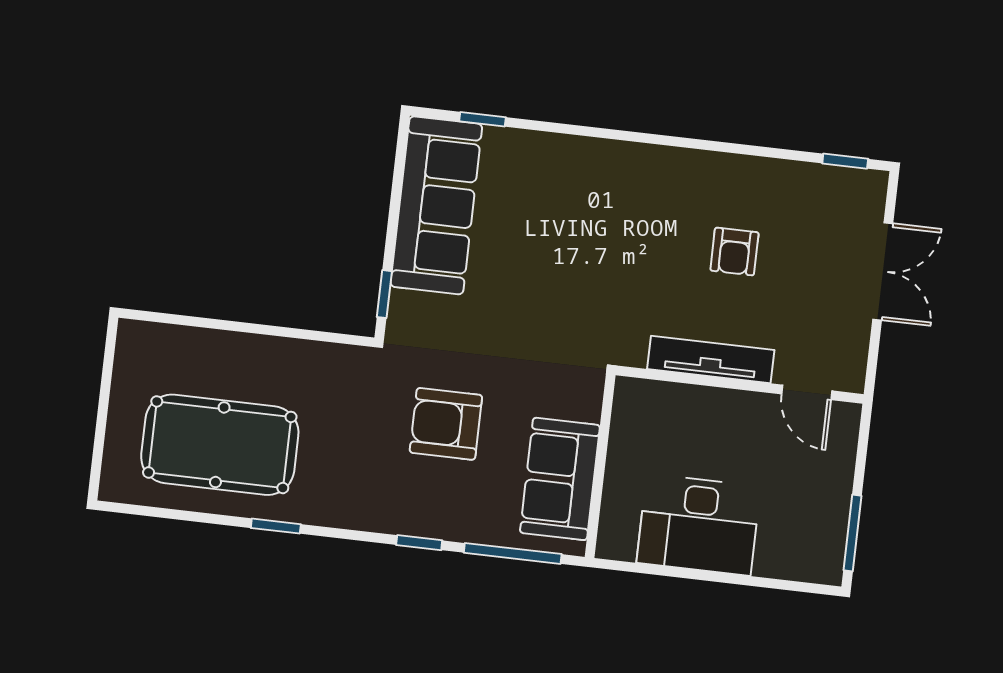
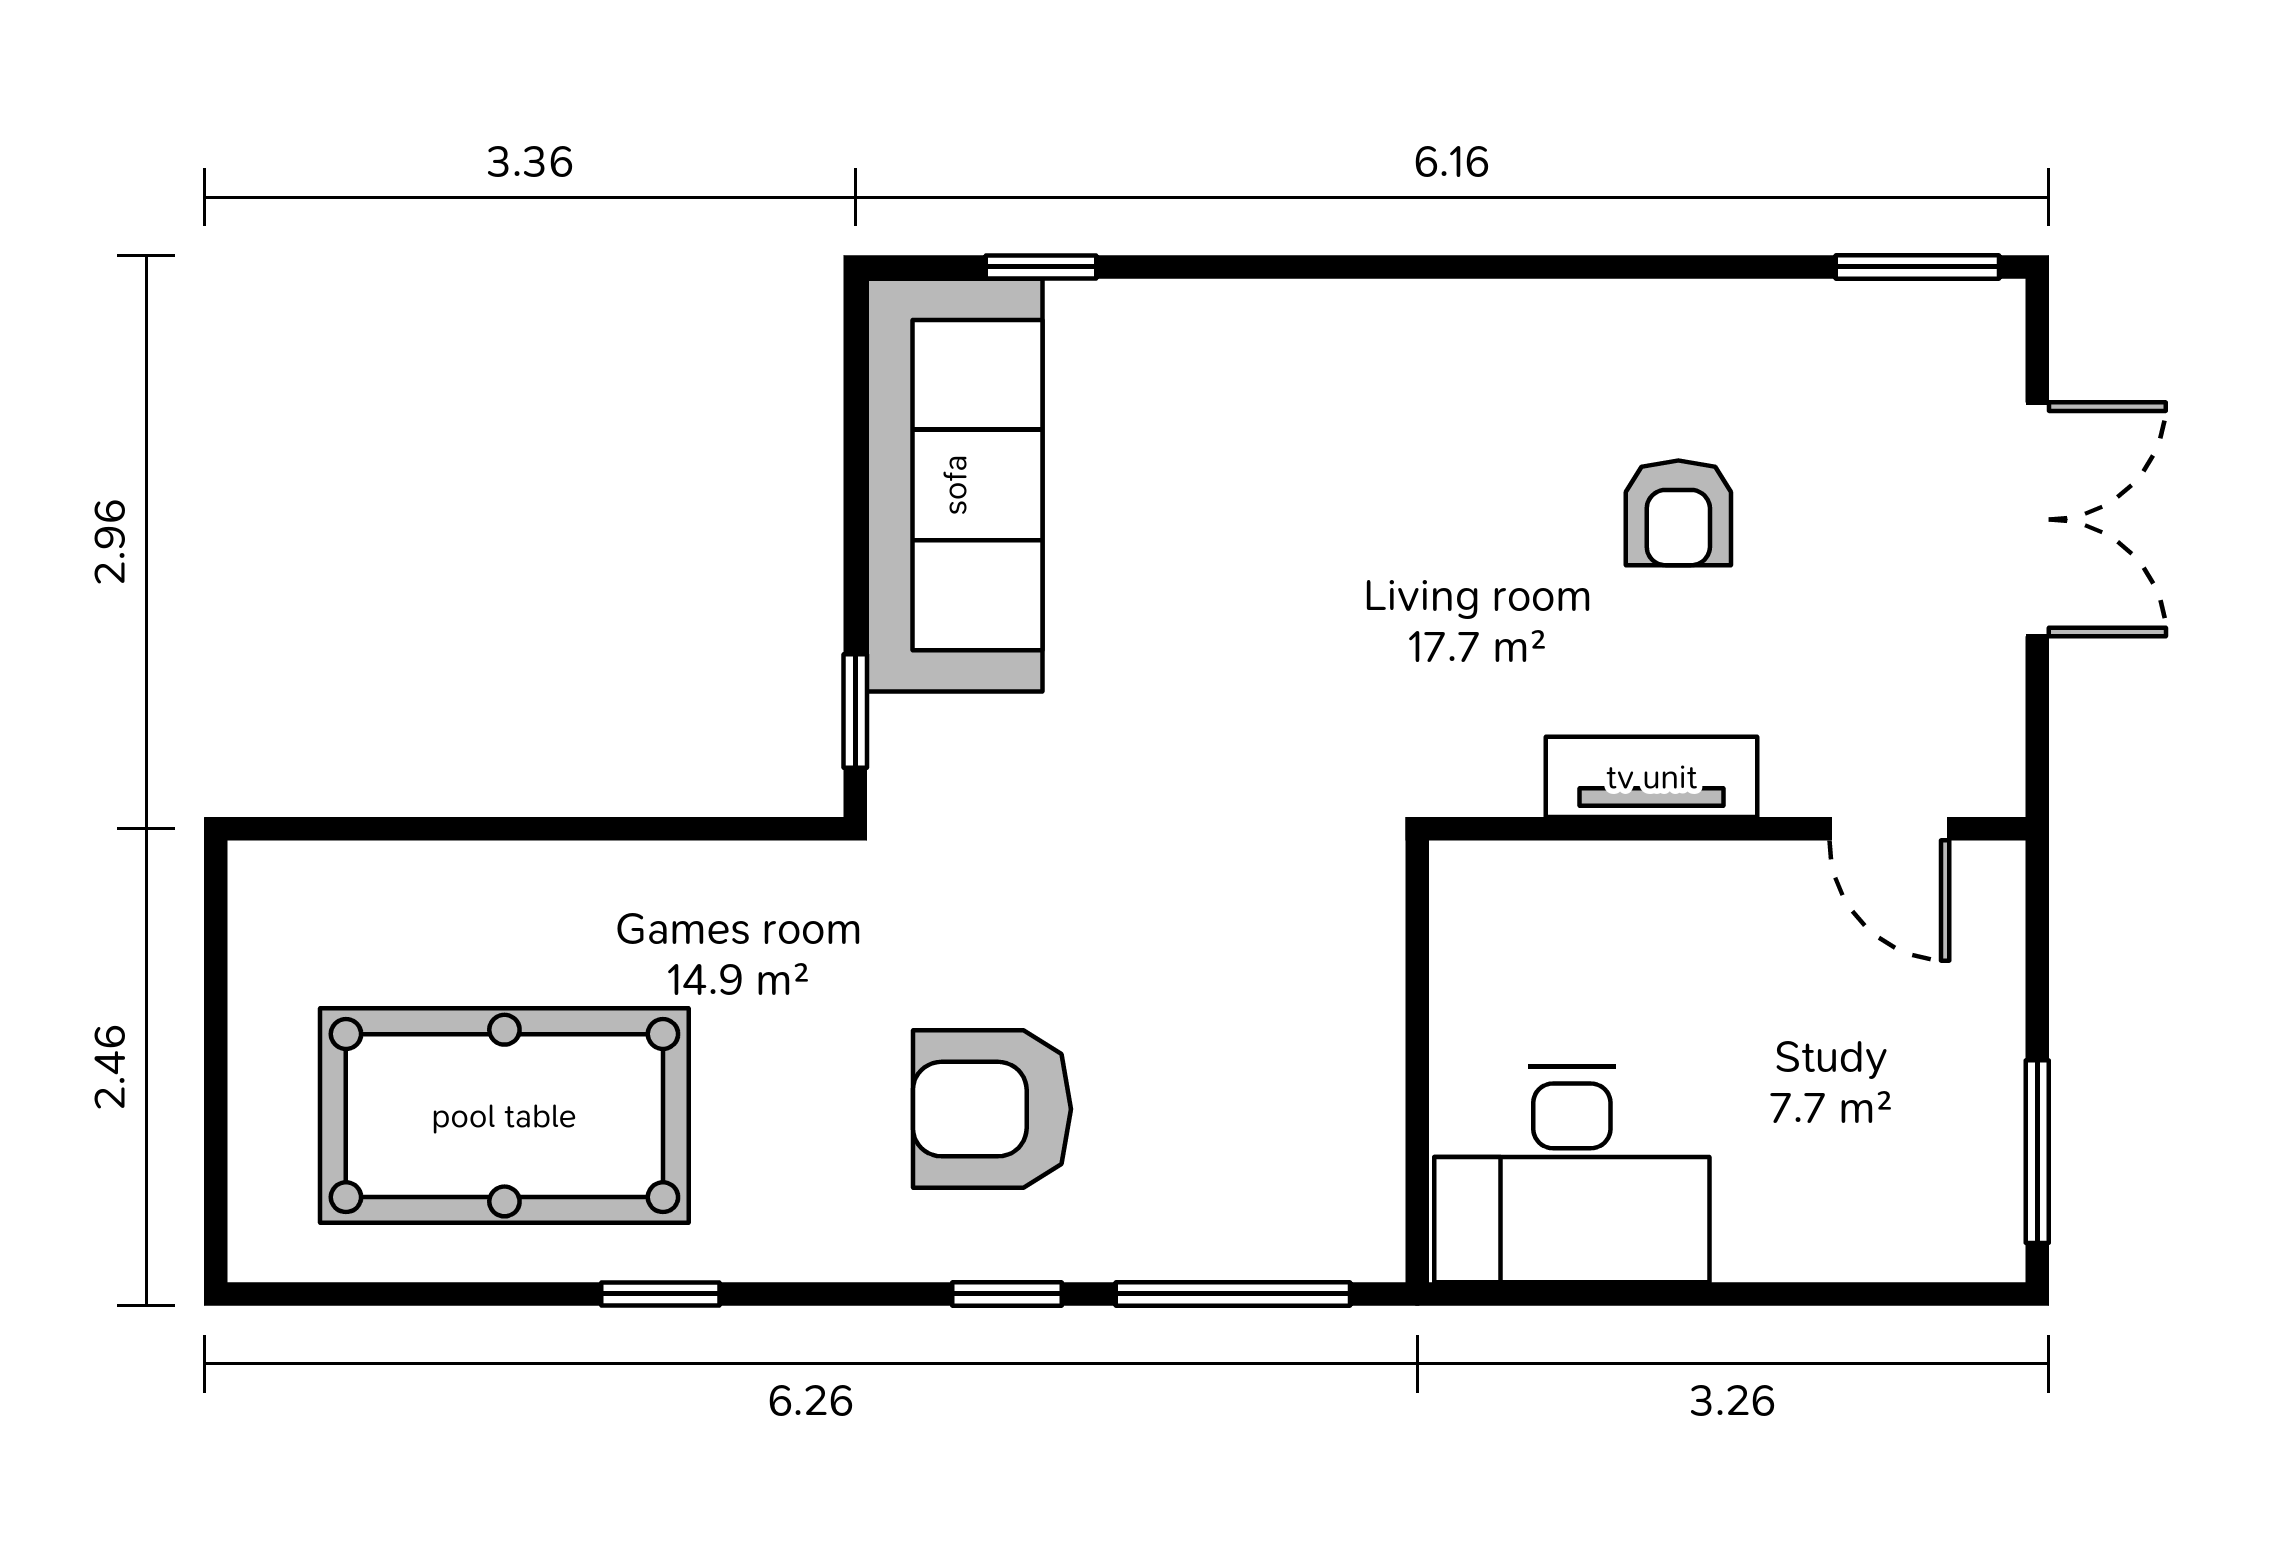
window: (845, 161) -> (1917, 267), width x1.50
tv unit: (711, 359) -> (1652, 777), width x0.71
armchair: (446, 424) -> (992, 1109), moved
sofa: (560, 479) -> (1325, 1103), removed
desk: (699, 525) -> (1572, 1174), moved

